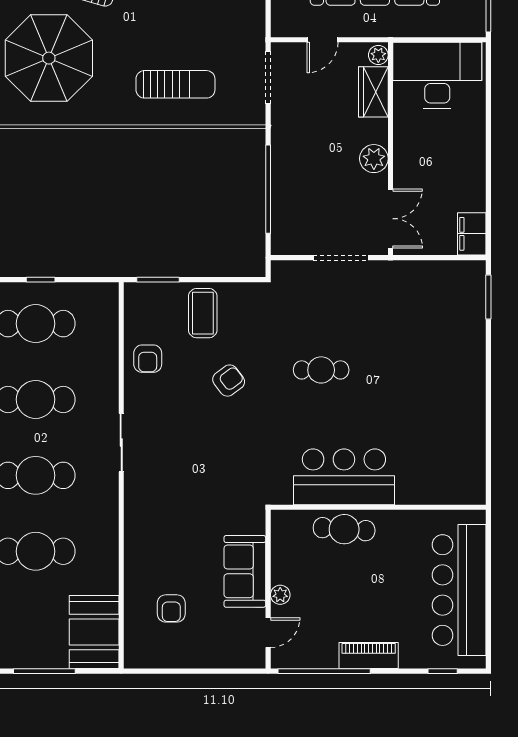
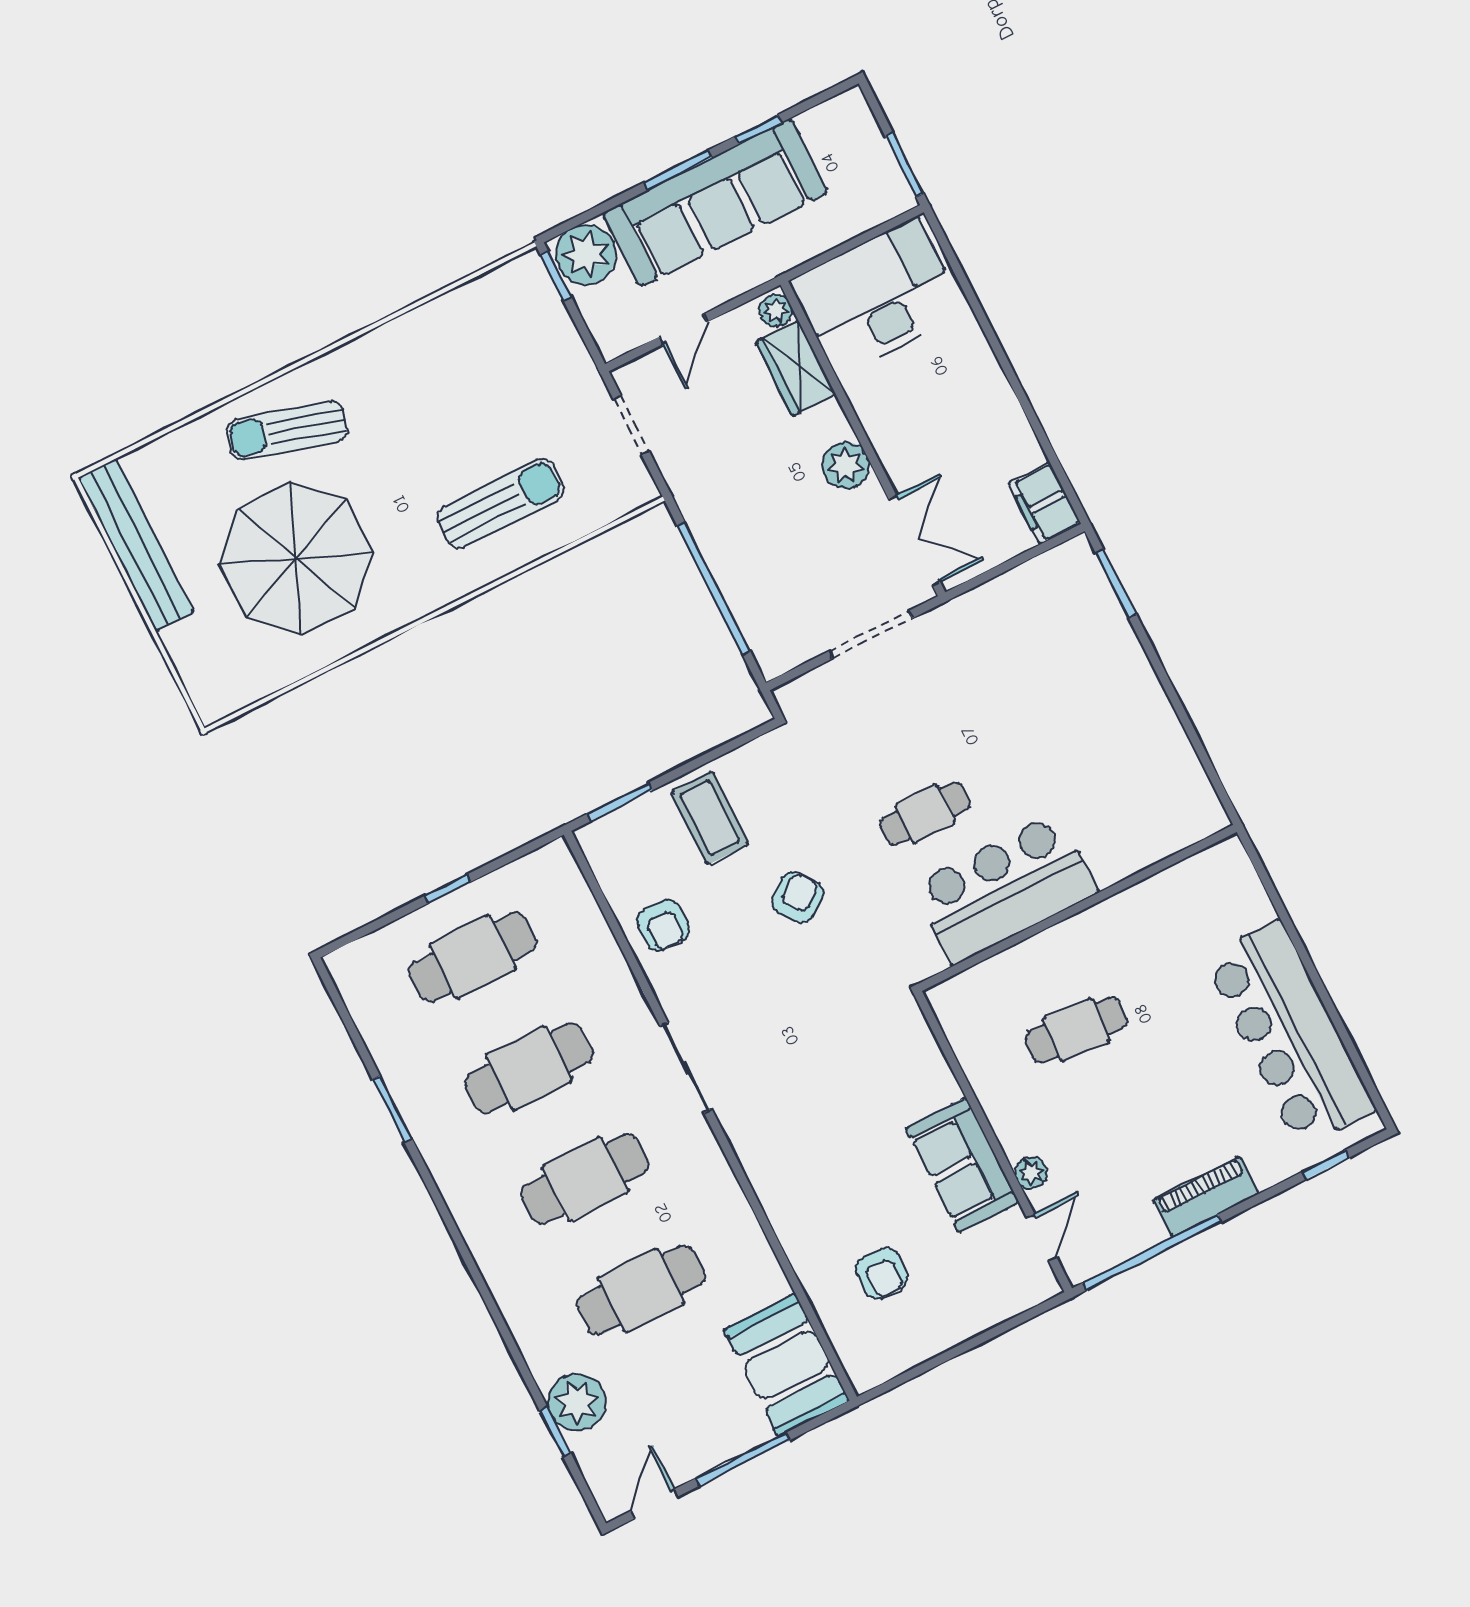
doorway: (268, 78) -> (631, 425), width x0.73
bar counter: (344, 477) -> (1005, 889), moved
wall: (378, 507) -> (1077, 908), moved

